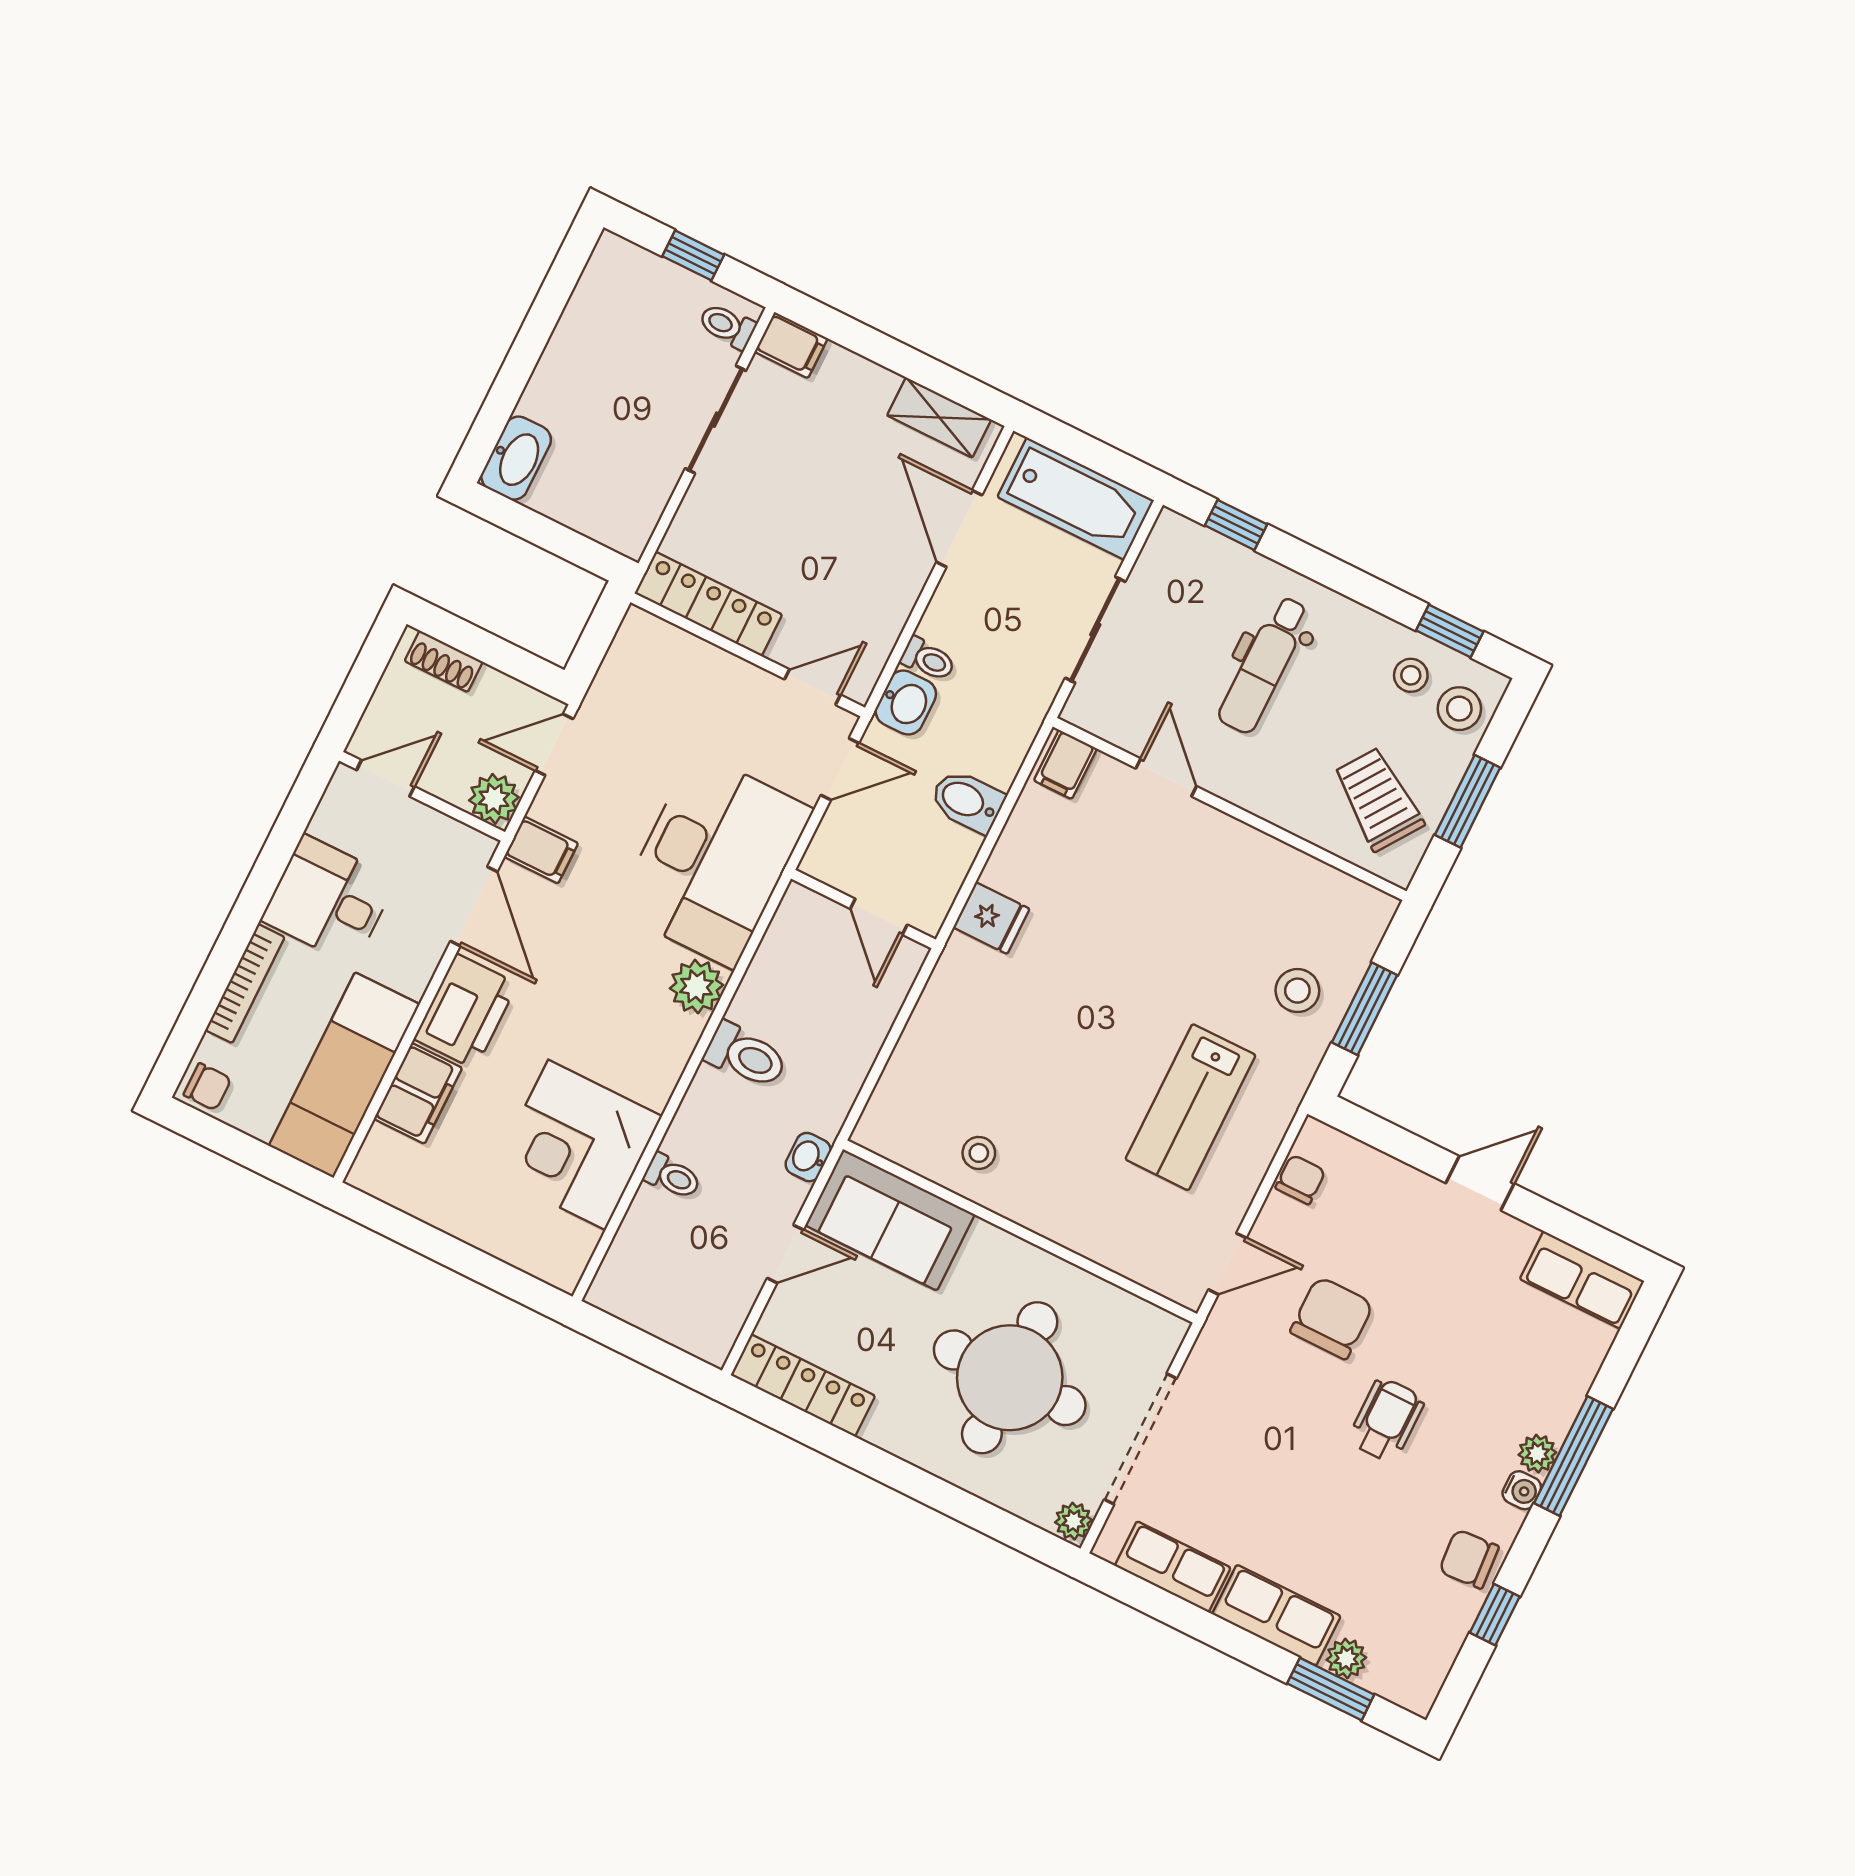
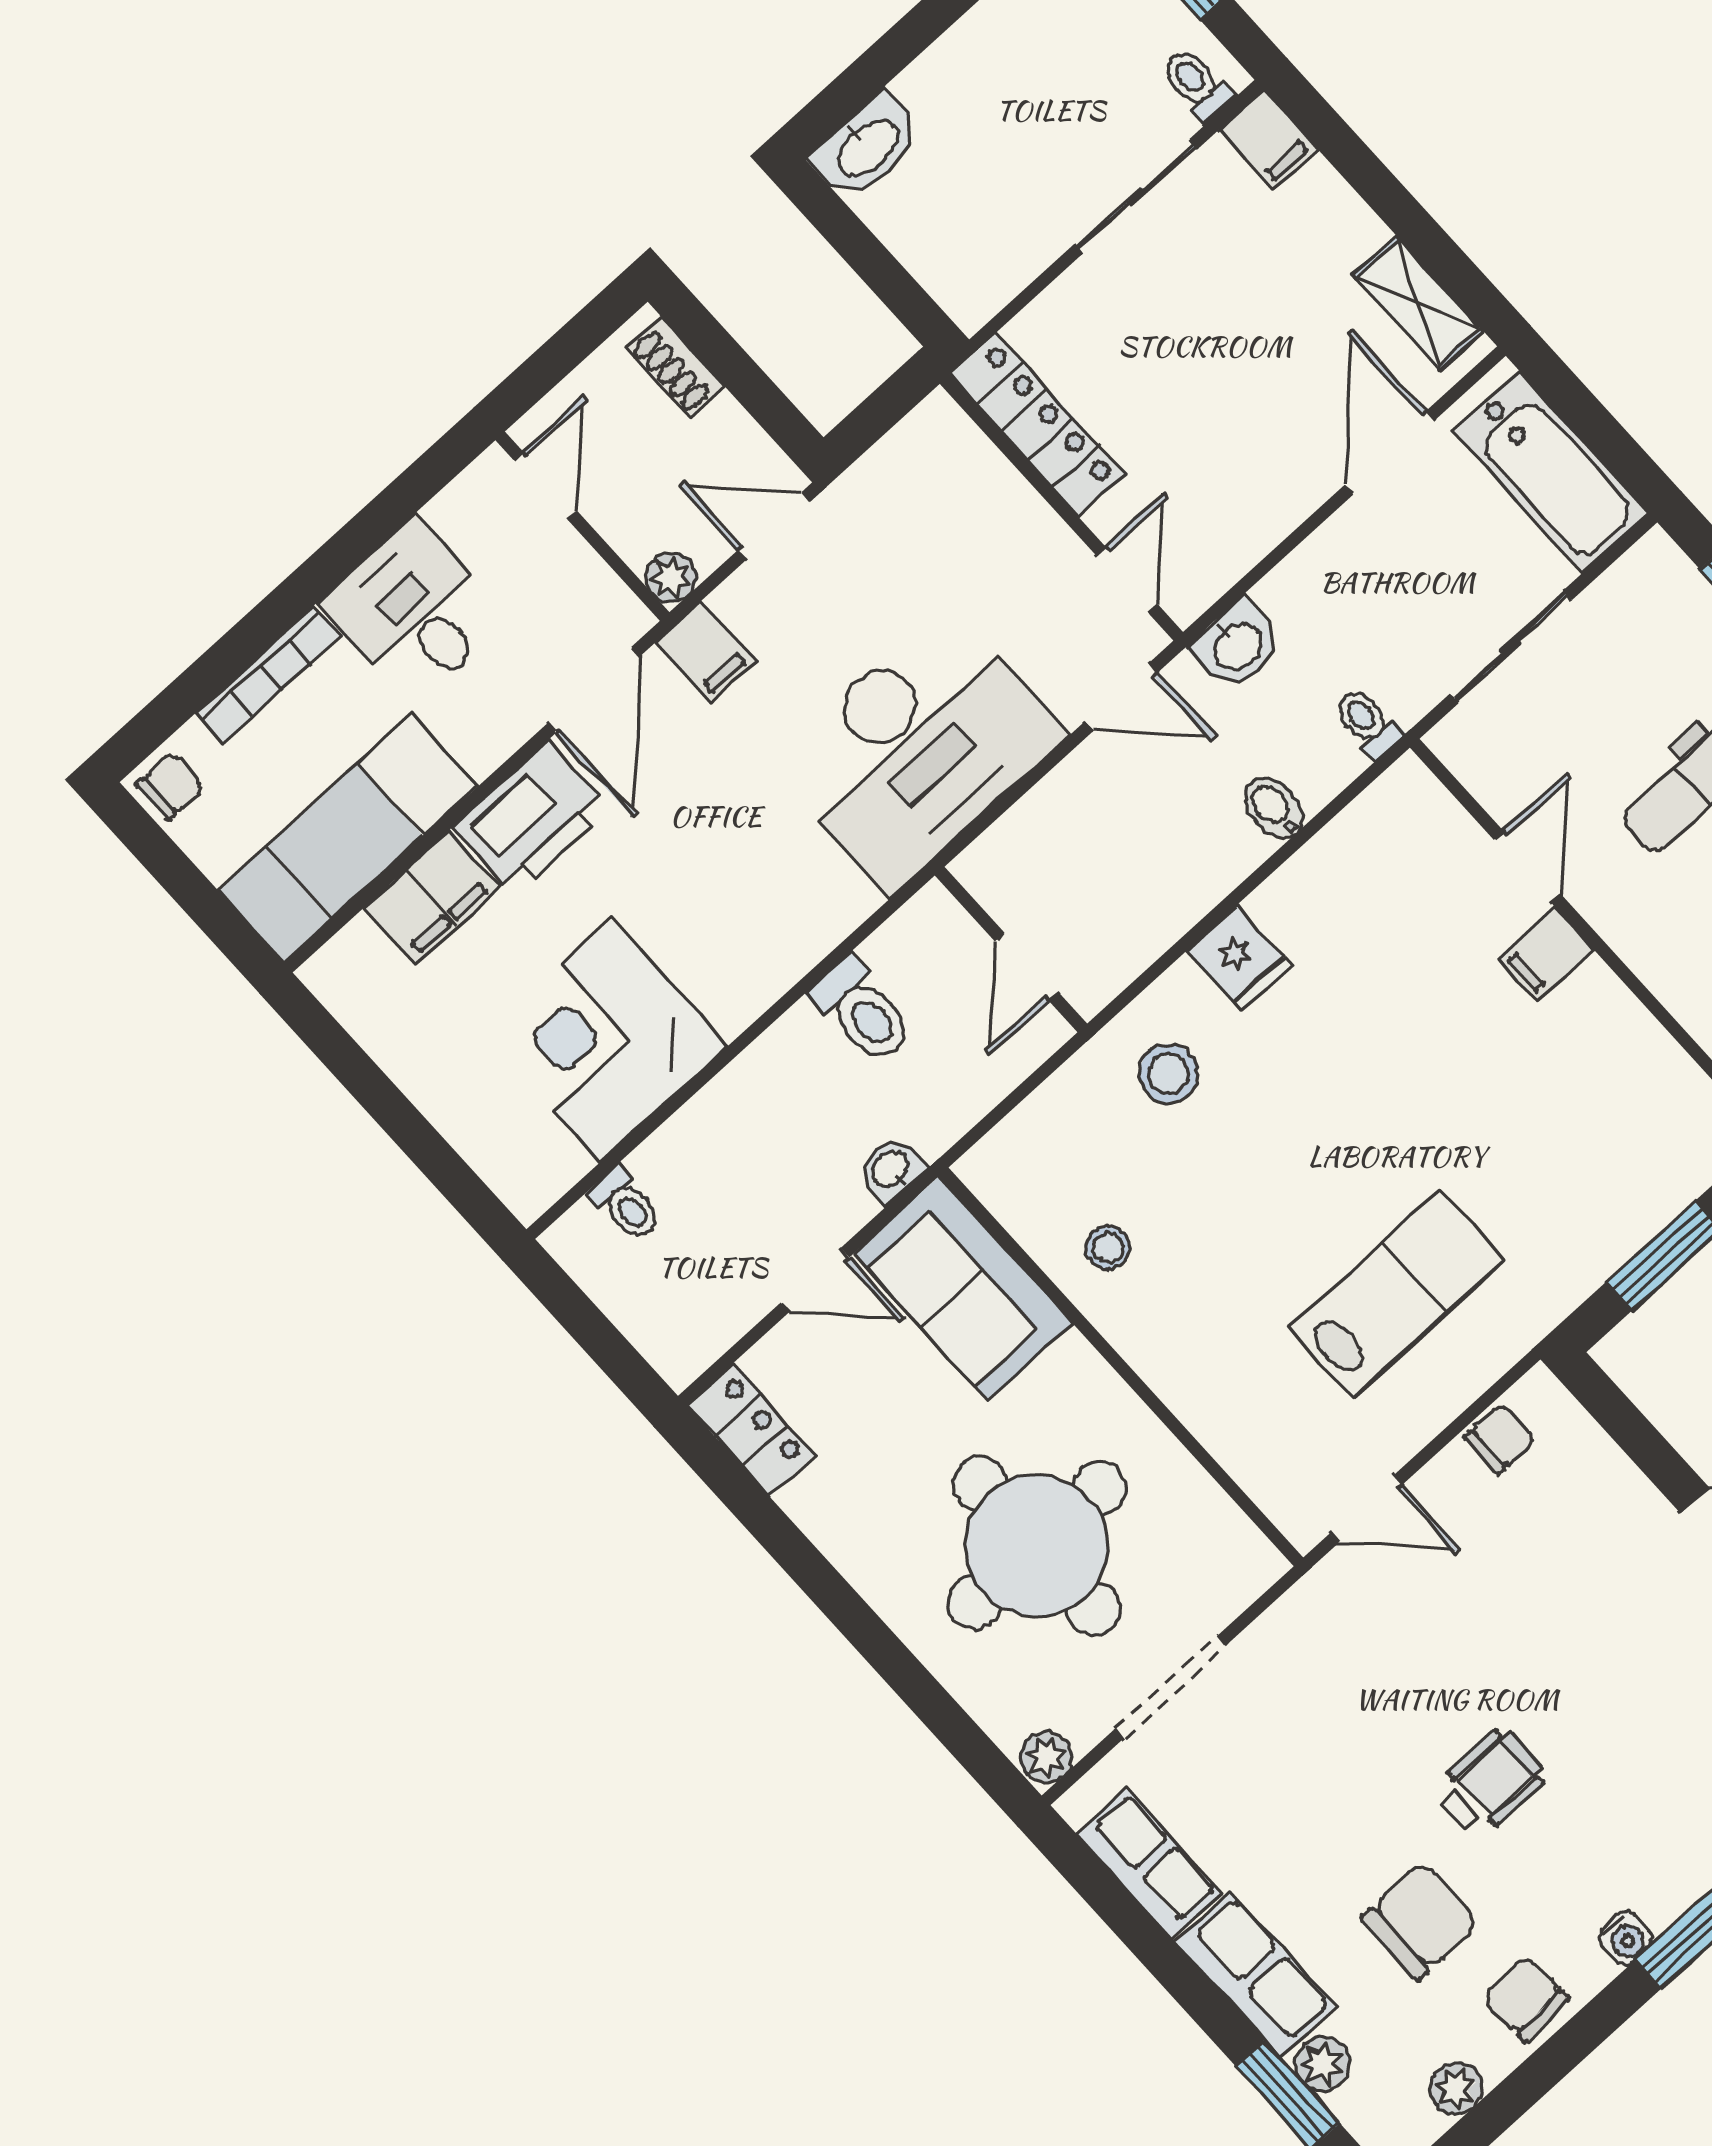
toilet: (928, 659) -> (1367, 722), moved, turned 180
door: (813, 687) -> (1127, 580), hinge flipped
filing cabinet: (1065, 764) -> (1546, 954), moved
door: (386, 778) -> (545, 486), hinge flipped
plant: (494, 799) -> (671, 578), width x0.73, depth x0.73
bidet: (967, 801) -> (1274, 808), width x0.72, depth x0.74
wall: (863, 909) -> (1011, 949), moved
door: (879, 917) -> (1027, 967), moved
plant: (696, 987) -> (834, 900), removed
stool: (1297, 991) -> (1169, 1074), moved
chair: (207, 1087) -> (170, 786), turned -90
lab bench: (1190, 1107) -> (1397, 1294), turned 180
toilet: (672, 1177) -> (626, 1205), moved
chair: (1332, 1318) -> (1420, 1921), moved
locker: (803, 1385) -> (751, 1430), width x0.66
doorway: (1140, 1439) -> (1171, 1687), width x0.73
plant: (1537, 1454) -> (1456, 2088), moved
window: (1495, 1615) -> (1530, 2081), removed

